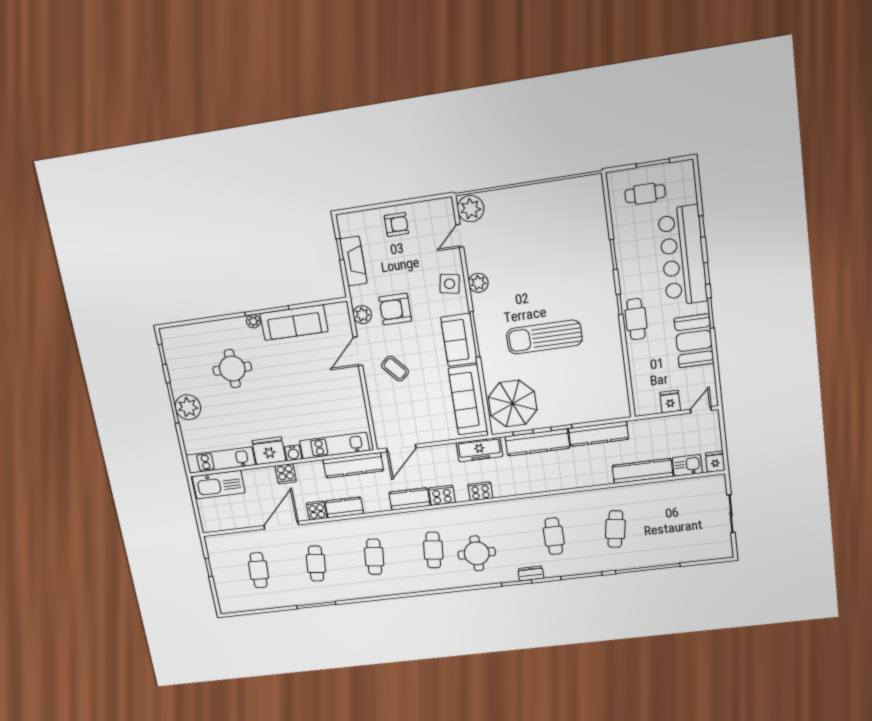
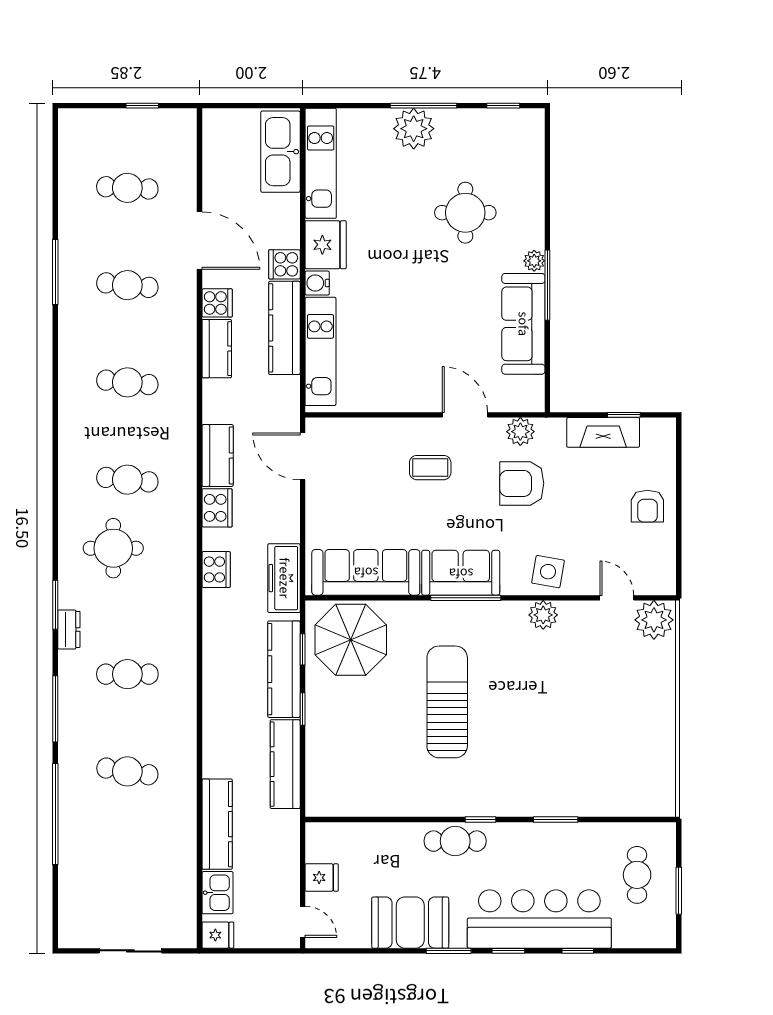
armchair: (395, 309) -> (522, 483), turned -90
coffee table: (395, 369) -> (430, 468), turned 41
kitchen counter: (353, 465) -> (284, 328), moved

